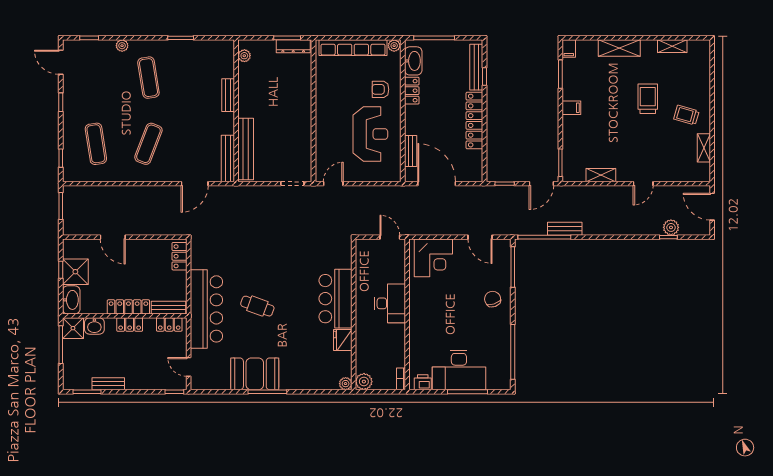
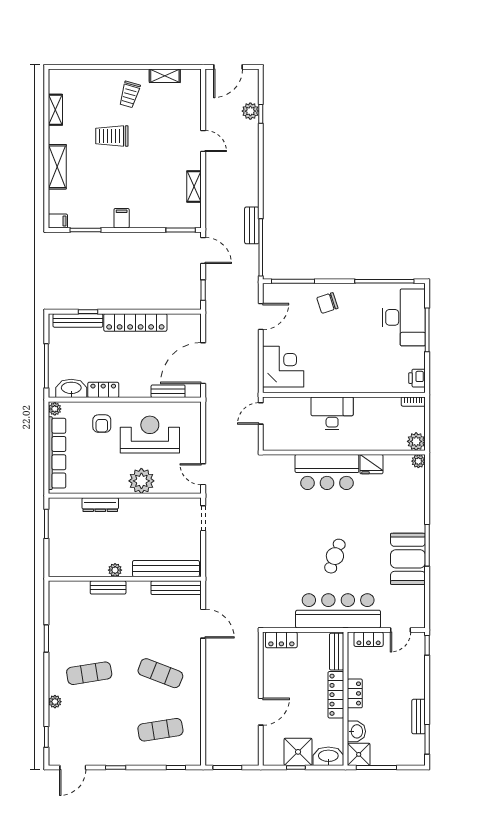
dresser: (293, 46) -> (100, 505), moved, turned 90
plant: (244, 56) -> (115, 570), moved
plant: (327, 126) -> (141, 481), added
locker: (169, 324) -> (369, 639), moved, turned 90
desk: (459, 370) -> (404, 317), moved

